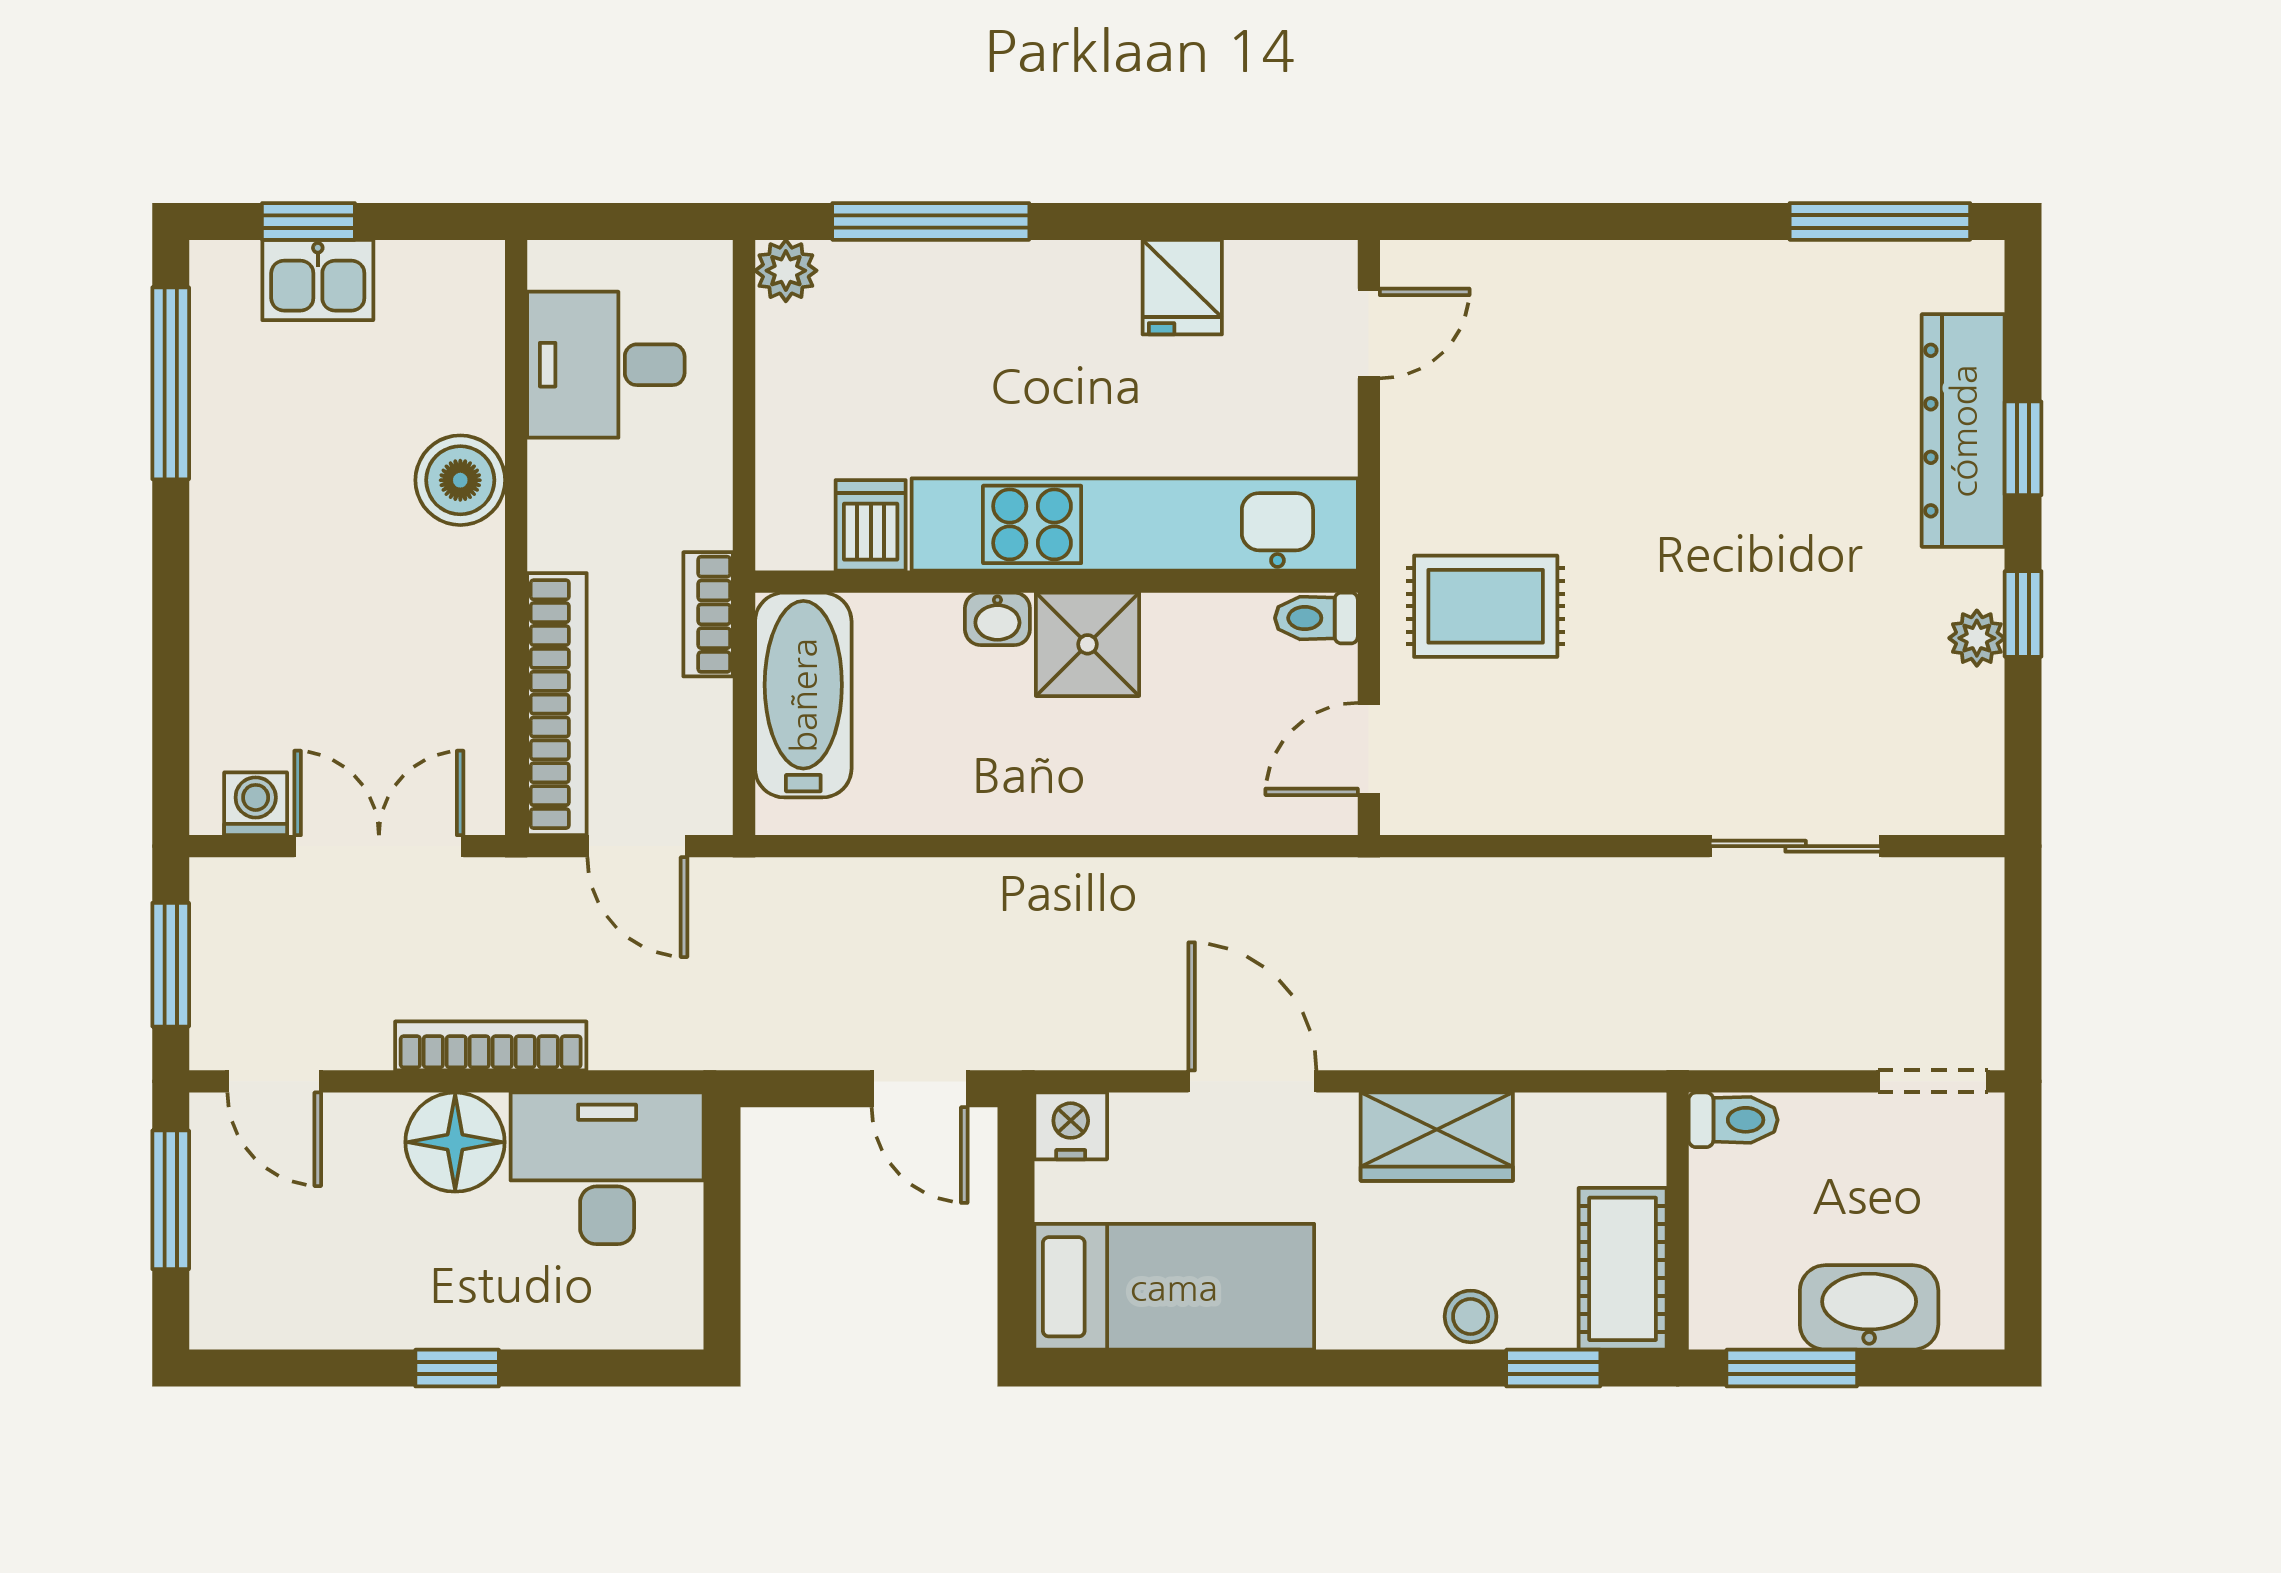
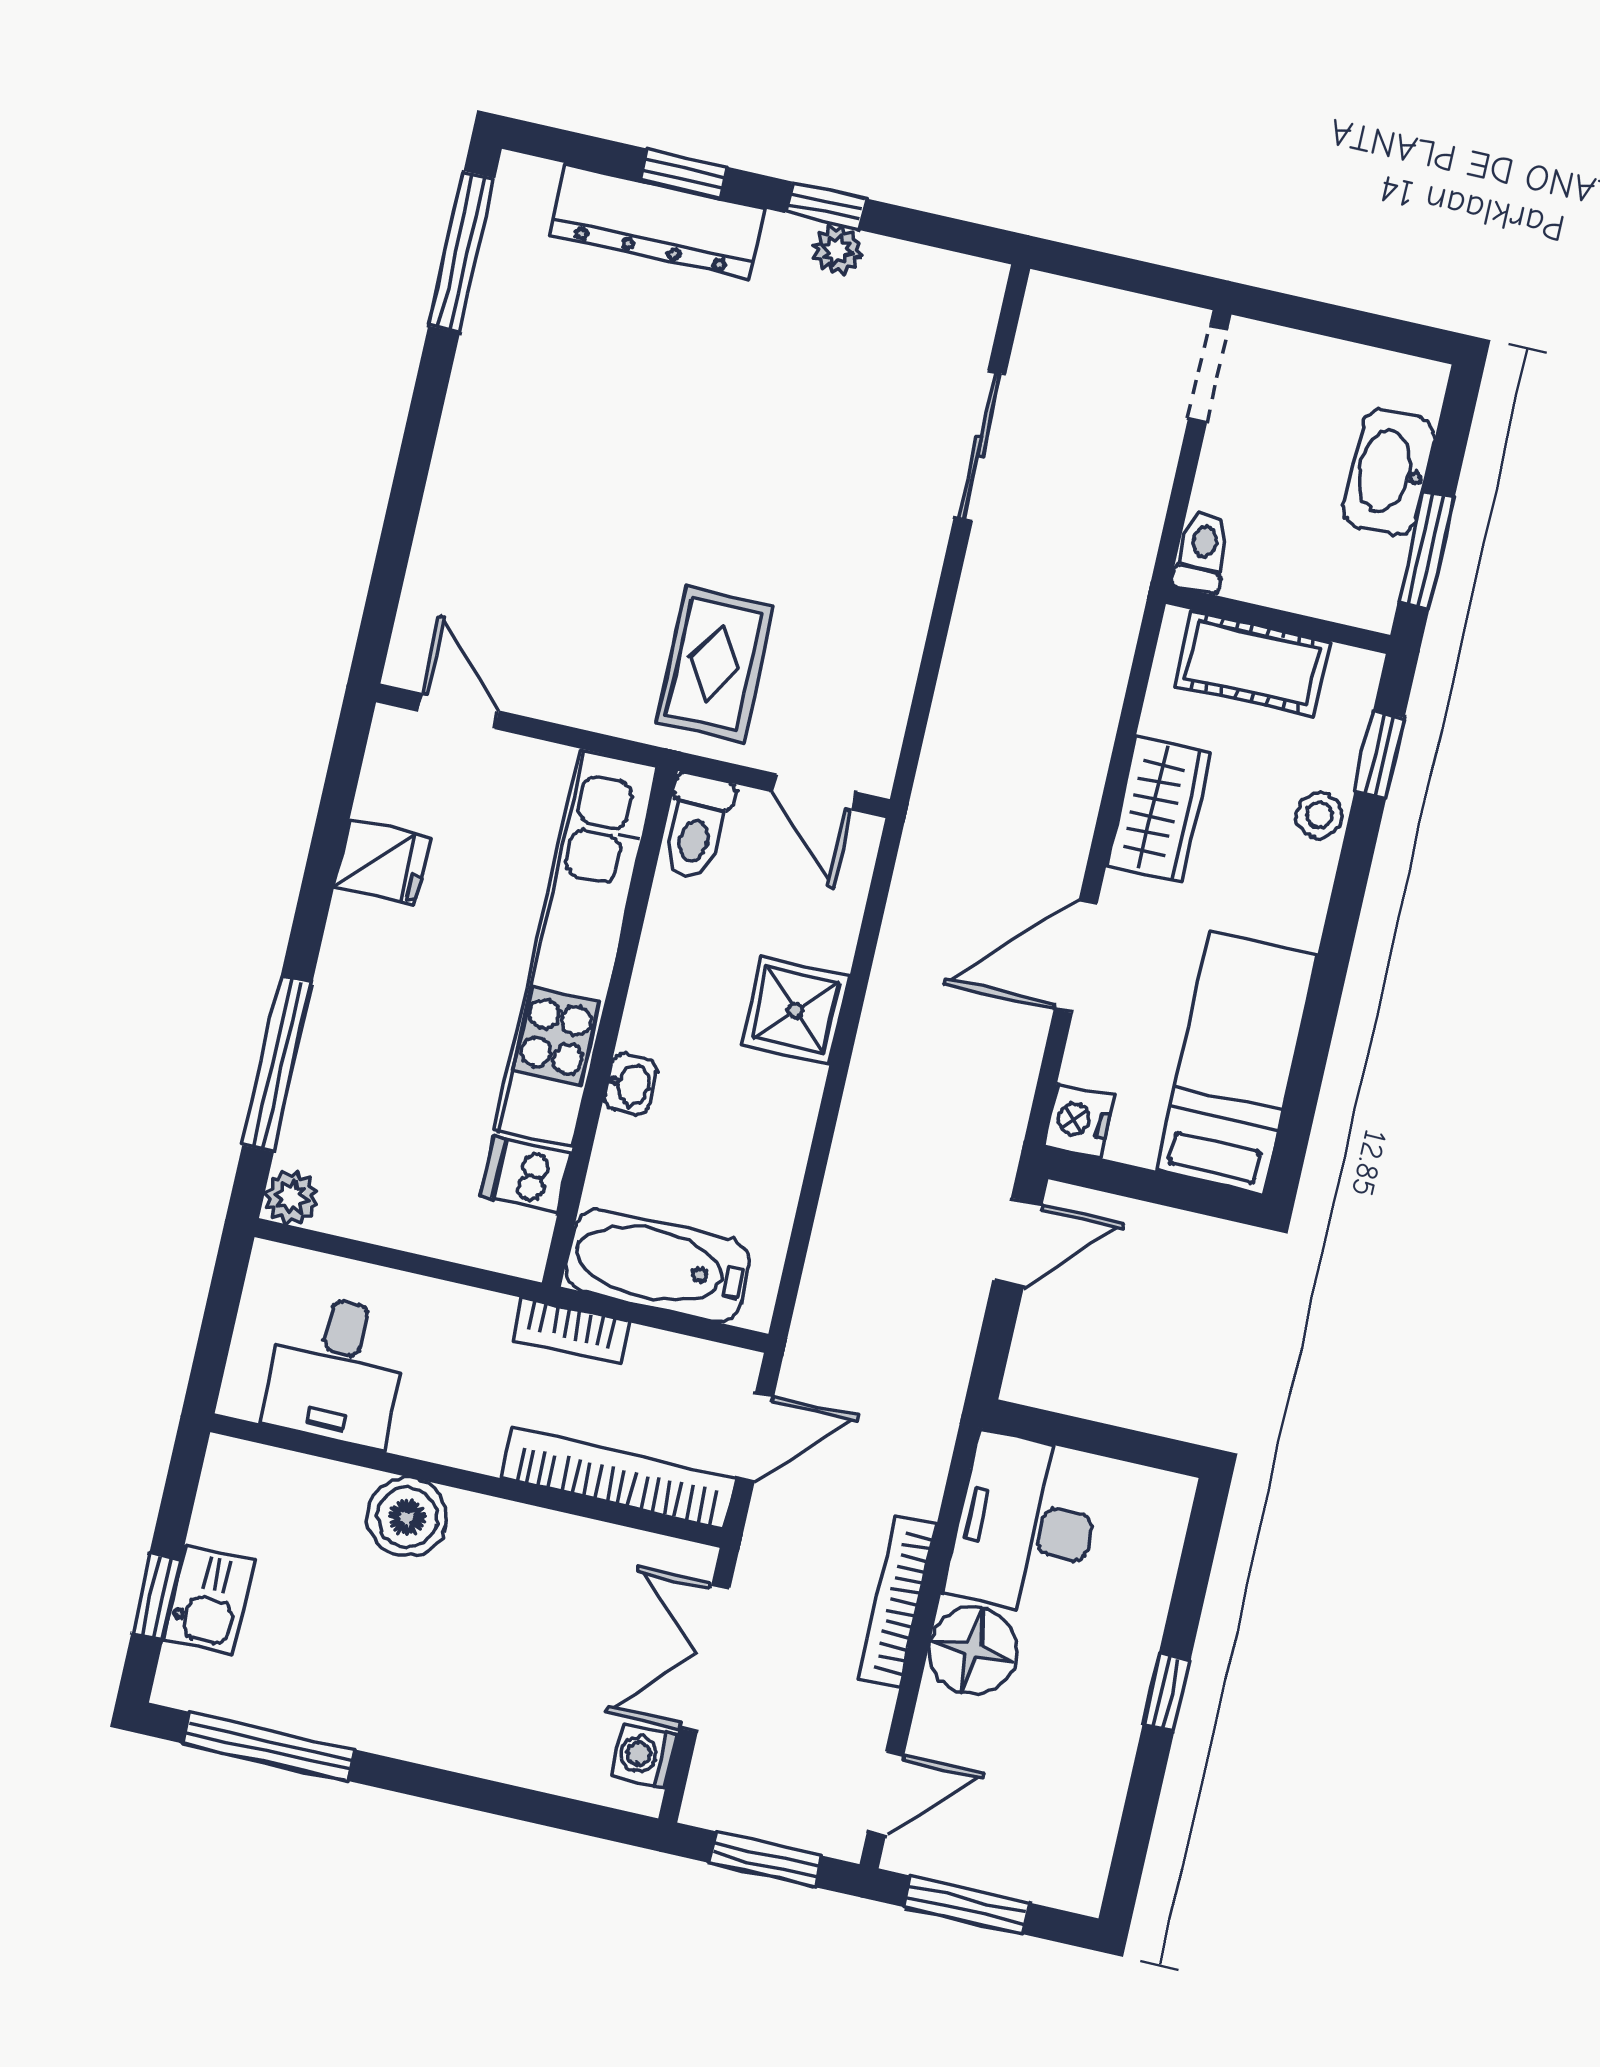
toilet: (1316, 618) -> (697, 827), width x1.37, depth x1.39
shower: (1087, 644) -> (795, 1010), moved
cot: (1623, 1269) -> (1252, 663), moved

